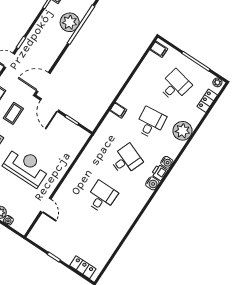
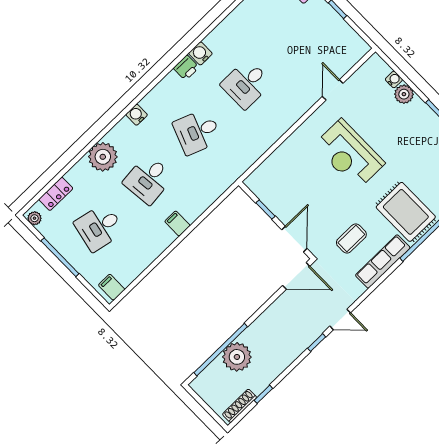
filing cabinet: (118, 110) -> (177, 224), moved
printer: (159, 172) -> (186, 68), moved
water cooler: (152, 183) -> (200, 53), moved

